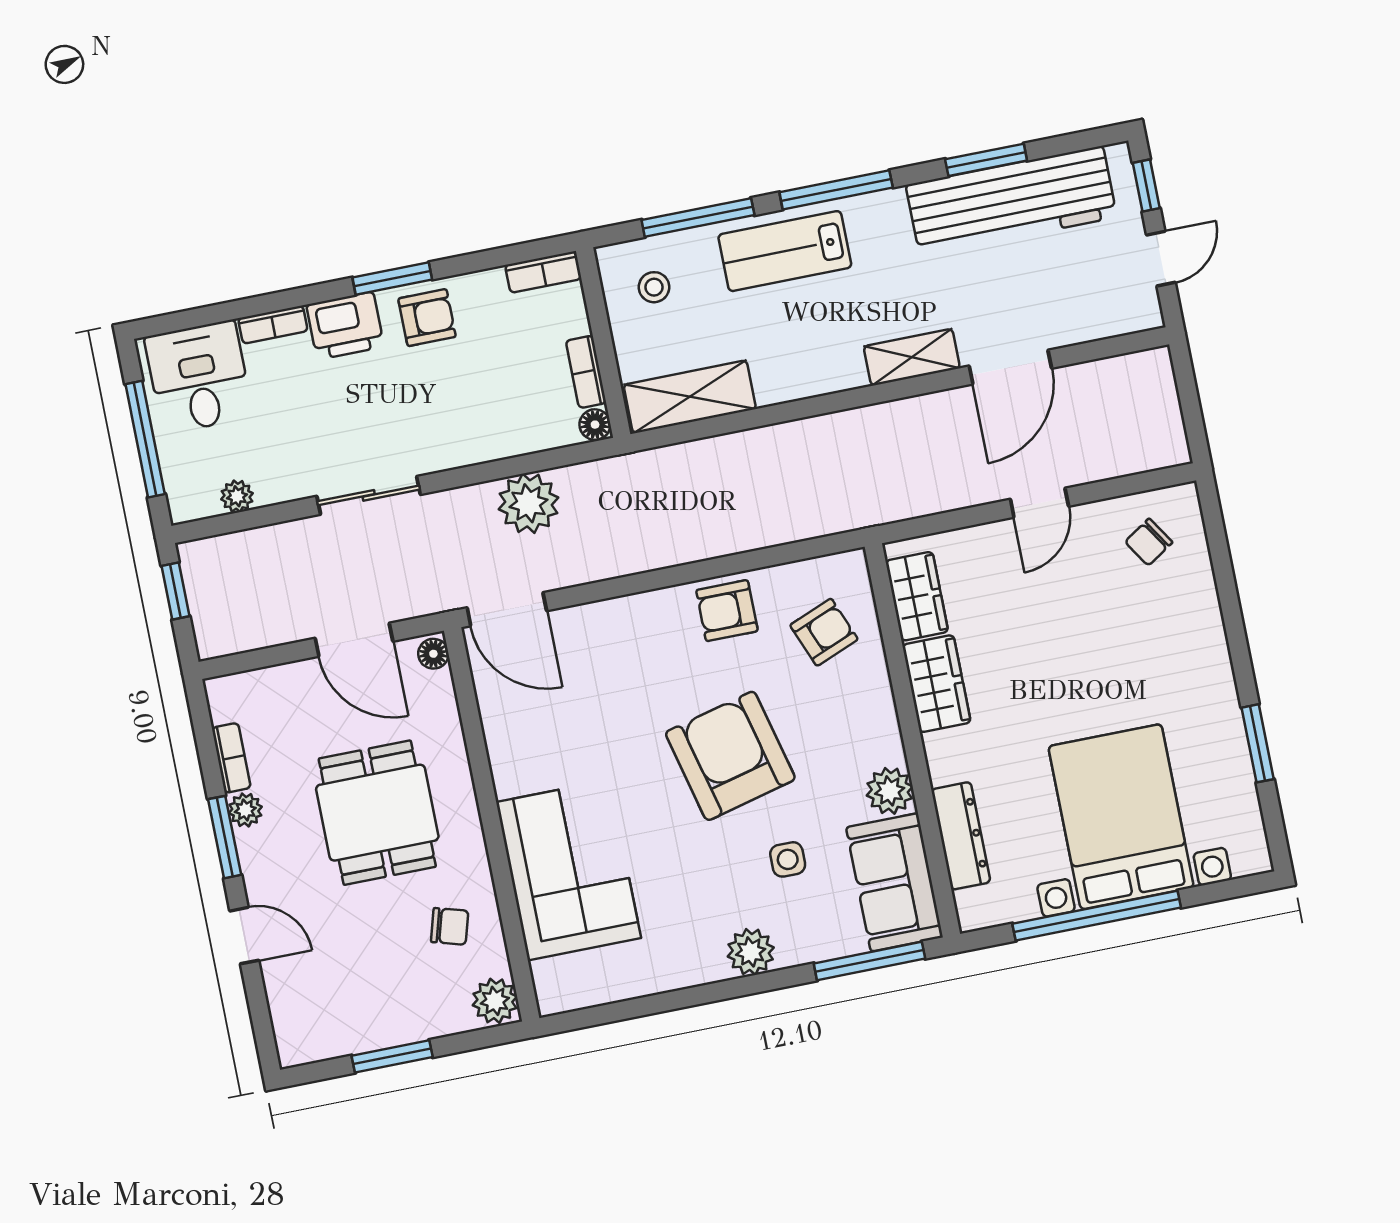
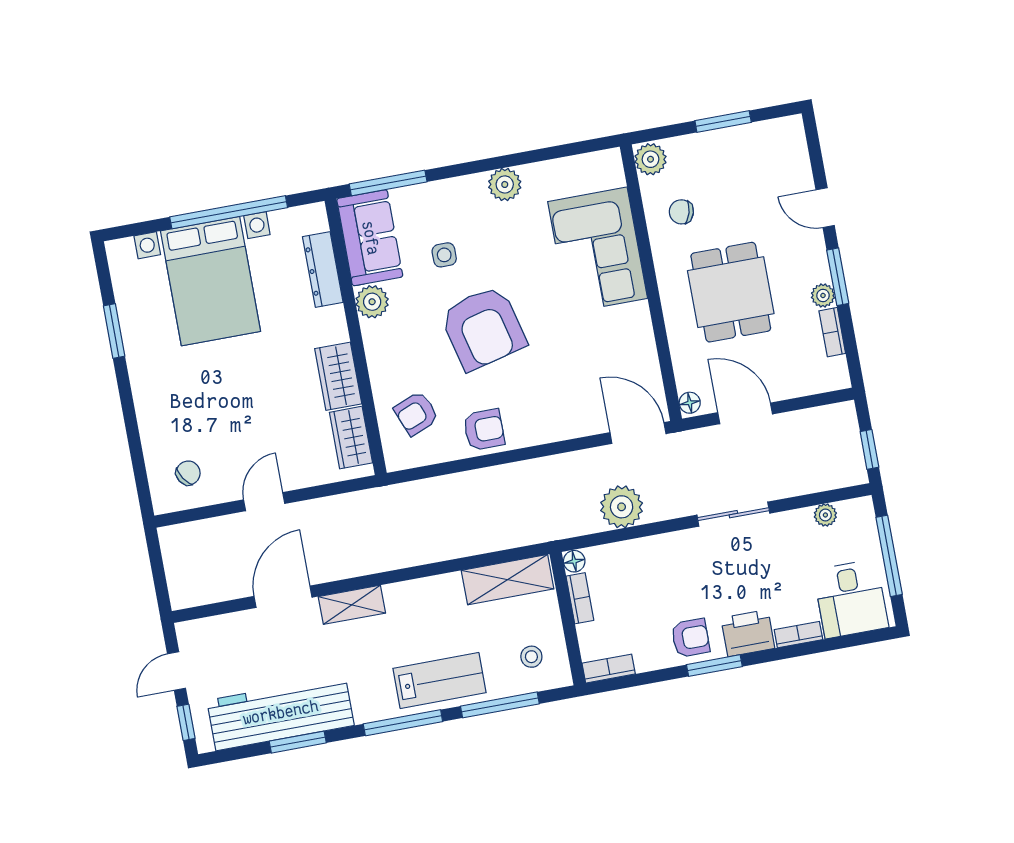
armchair: (427, 318) -> (690, 638), turned 180
plant: (751, 952) -> (505, 184), moved

